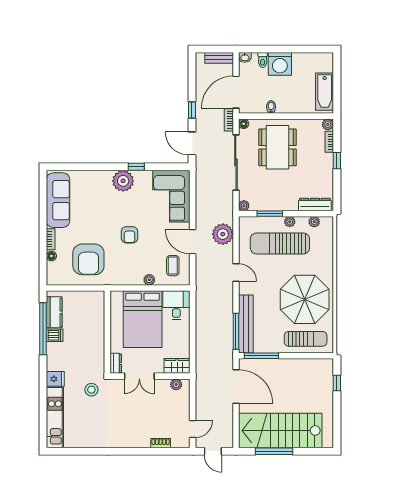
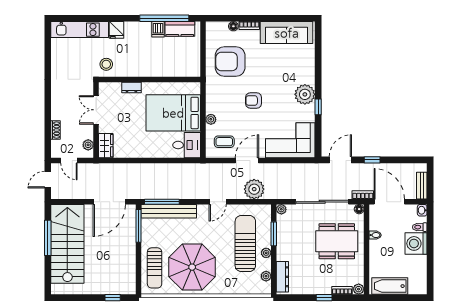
wardrobe: (177, 366) -> (106, 146), moved
double door: (139, 376) -> (96, 110), moved
wall: (150, 376) -> (96, 120), moved
plant: (176, 384) -> (88, 145), moved

